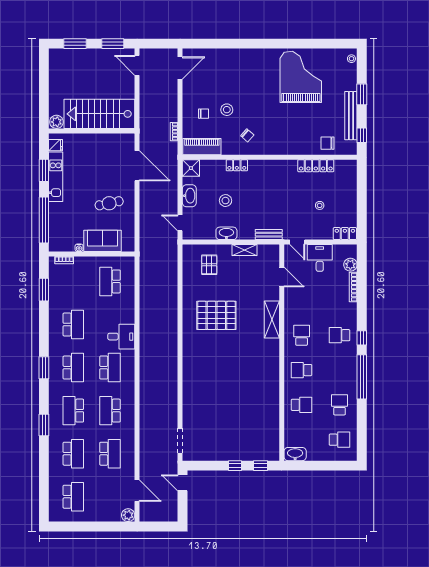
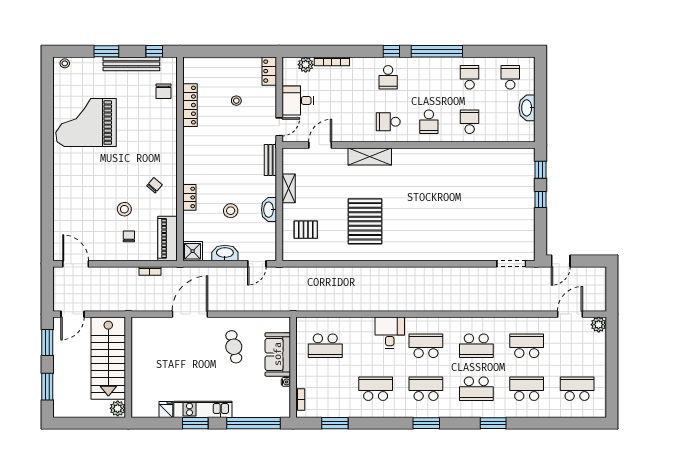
stairs: (99, 114) -> (108, 358), moved
plant: (56, 122) -> (118, 408), moved
wall: (92, 131) -> (128, 367), moved
school desk: (340, 405) -> (470, 77), turned 90
washbasin: (295, 454) -> (527, 108), moved

